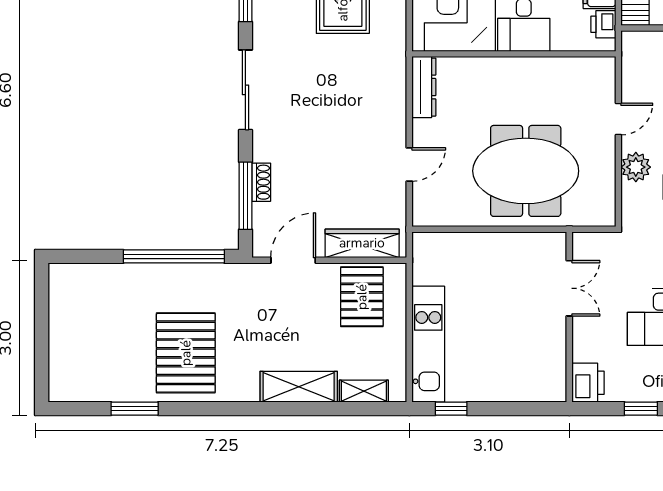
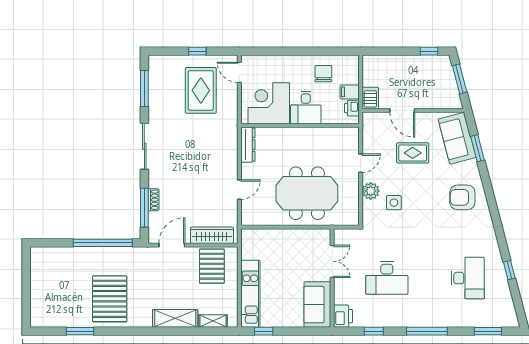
sofa: (544, 363) -> (317, 305), added

